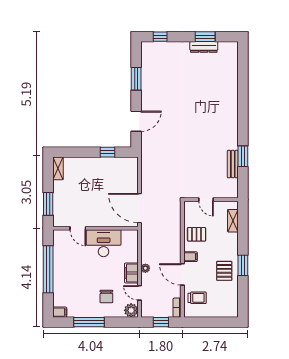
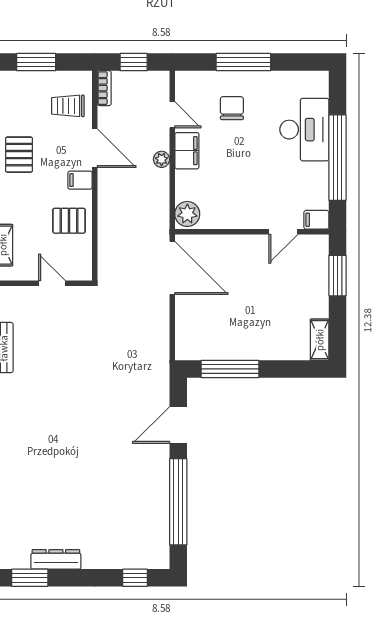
window: (205, 37) -> (30, 578), moved
window: (136, 79) -> (178, 502), width x2.11
window: (108, 152) -> (230, 369), width x2.17
door: (78, 228) -> (283, 232), swing flipped
desk: (104, 243) -> (304, 130), moved, turned -90
plant: (131, 310) -> (187, 214), moved
filing cabinet: (60, 312) -> (316, 220), moved
window: (89, 322) -> (243, 62), moved
window: (215, 322) -> (36, 62), added

